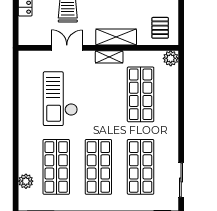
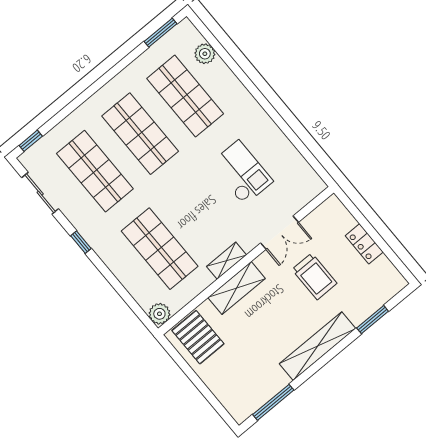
pallet: (160, 28) -> (198, 337), width x1.50, depth x1.42
checkout: (60, 99) -> (241, 173), width x0.73, depth x0.83
window: (181, 134) -> (81, 242), added

